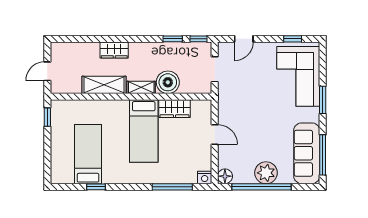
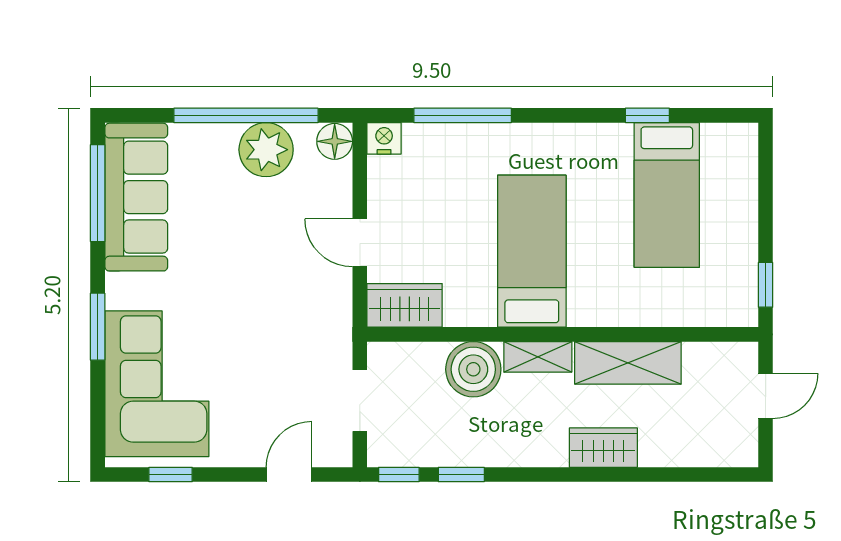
wardrobe: (174, 109) -> (405, 305), moved
plant: (266, 173) -> (266, 150), moved

